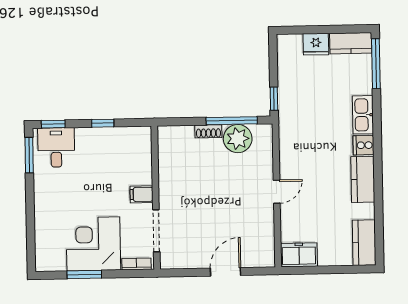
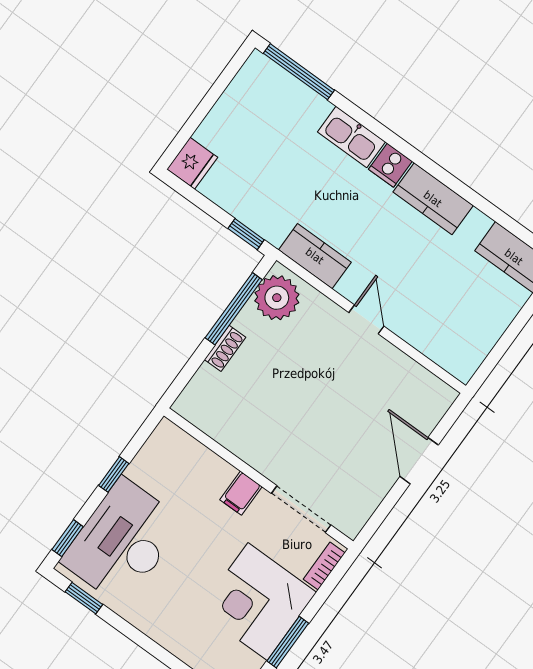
kitchen counter: (351, 43) -> (315, 256), moved, turned -90
fridge: (316, 44) -> (192, 163), moved
plant: (238, 139) -> (277, 298), moved
desk: (56, 147) -> (122, 542), width x1.87, depth x1.30
window: (29, 155) -> (84, 598), width x0.67
freezer: (299, 255) -> (468, 352), removed

